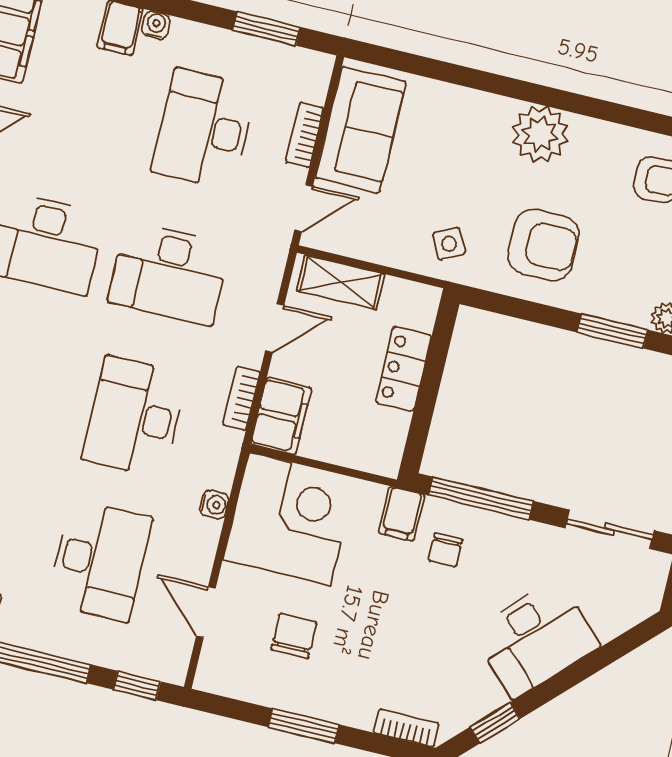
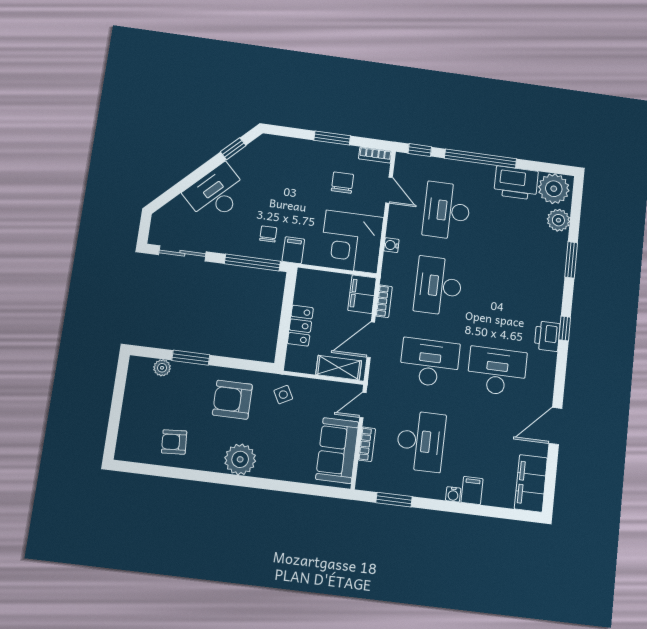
door: (275, 328) -> (371, 340), width x1.38
desk: (134, 417) -> (438, 286), turned 180
chair: (294, 636) -> (342, 183), turned 180
bookcase: (406, 728) -> (375, 155), moved

